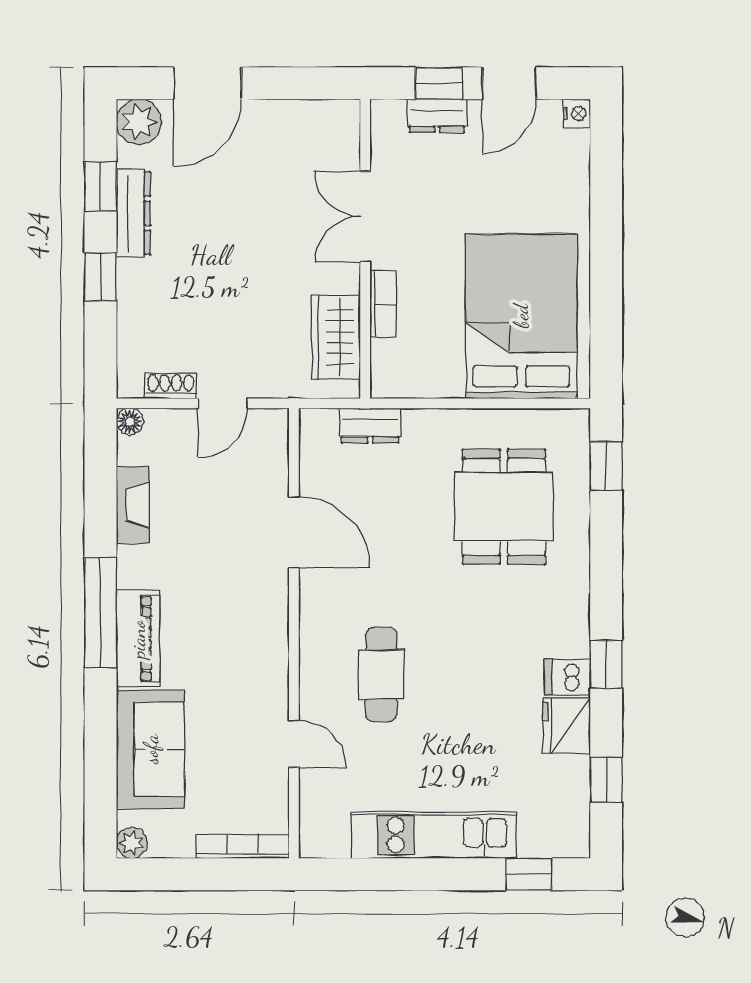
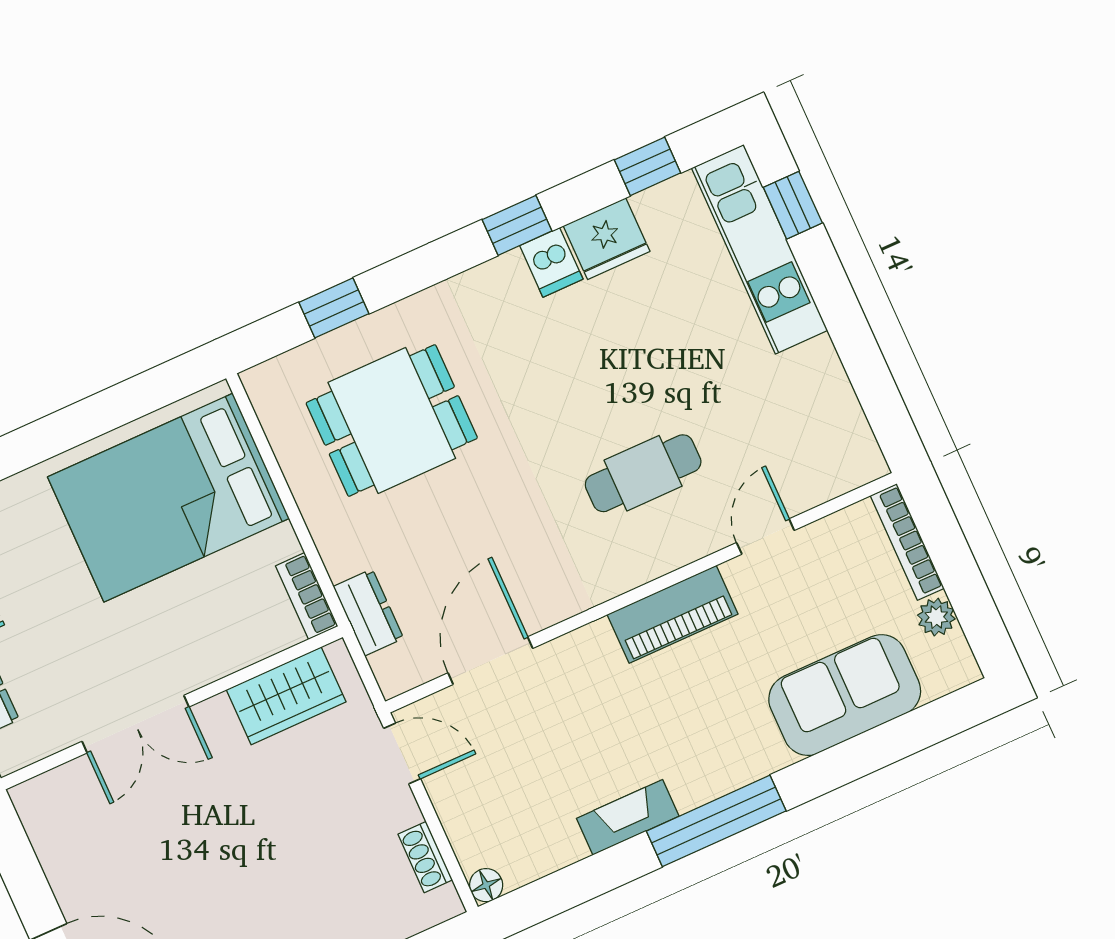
bookcase: (383, 304) -> (307, 596), moved, turned -90
door: (223, 403) -> (402, 754), moved
window: (606, 466) -> (334, 308), moved
fireplace: (133, 505) -> (628, 817), moved
door: (294, 532) -> (490, 661), moved
piano: (138, 639) -> (673, 614), moved, turned 180
kitchen unit: (434, 835) -> (760, 249), moved
plant: (132, 843) -> (936, 617), moved

